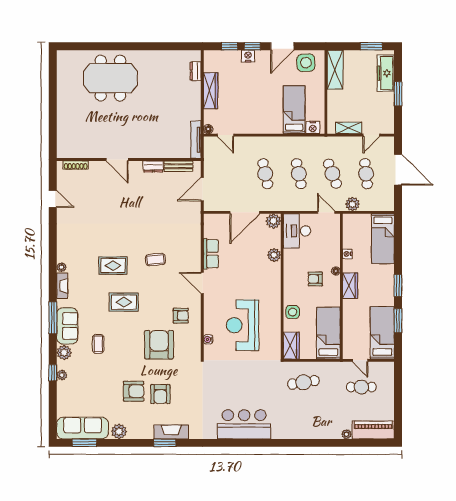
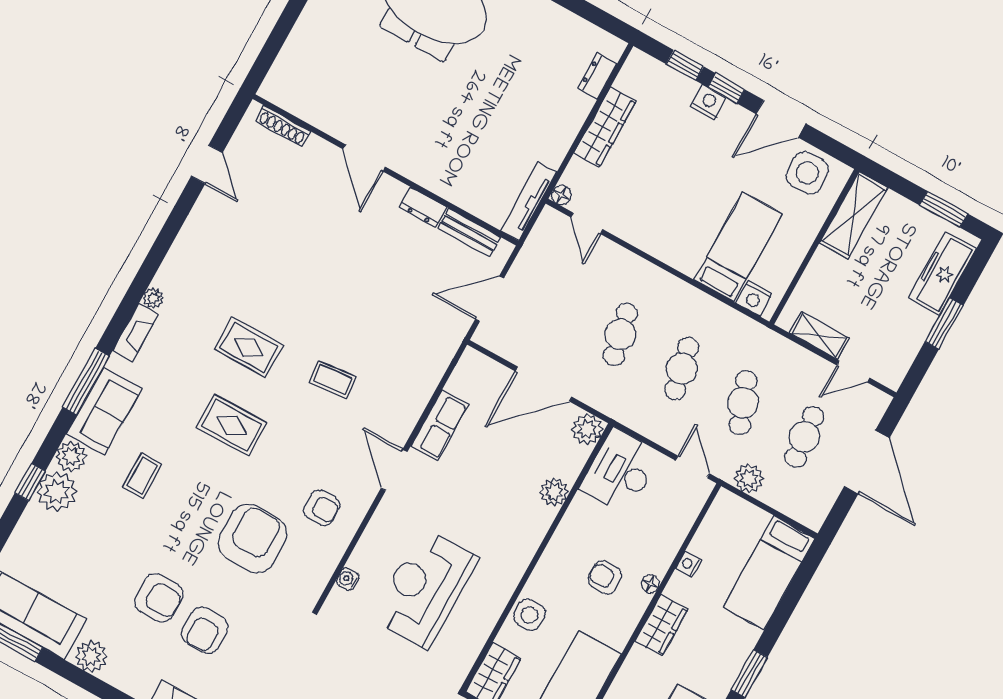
plant: (62, 375) -> (57, 492), width x1.88, depth x1.88

